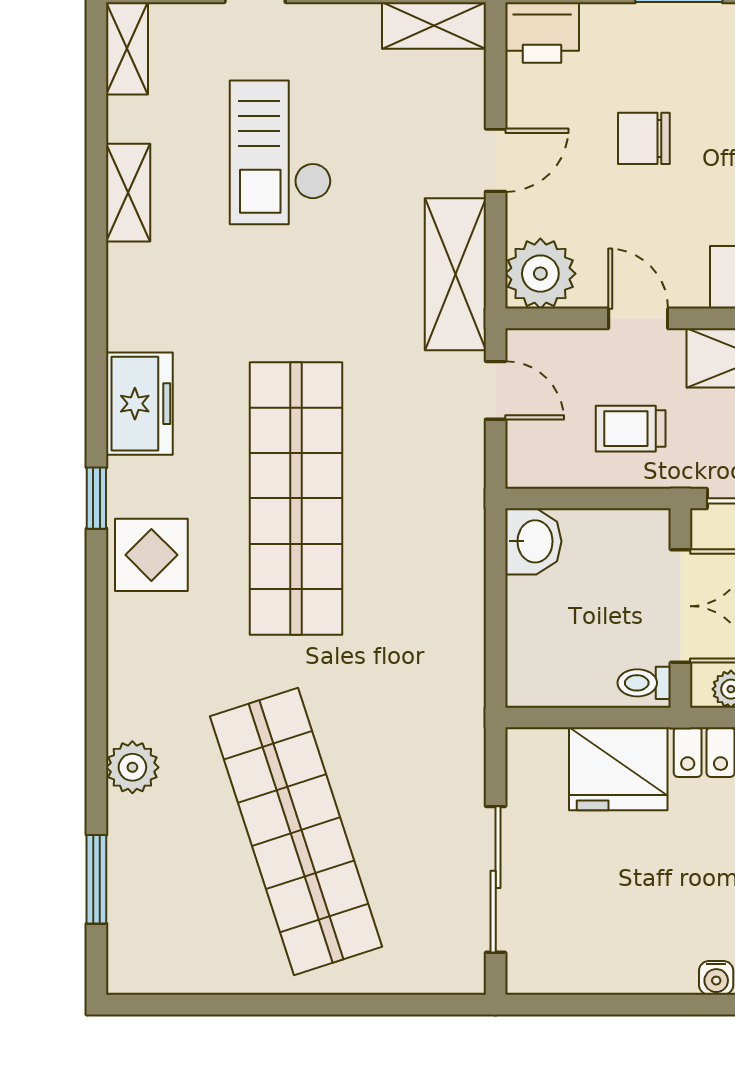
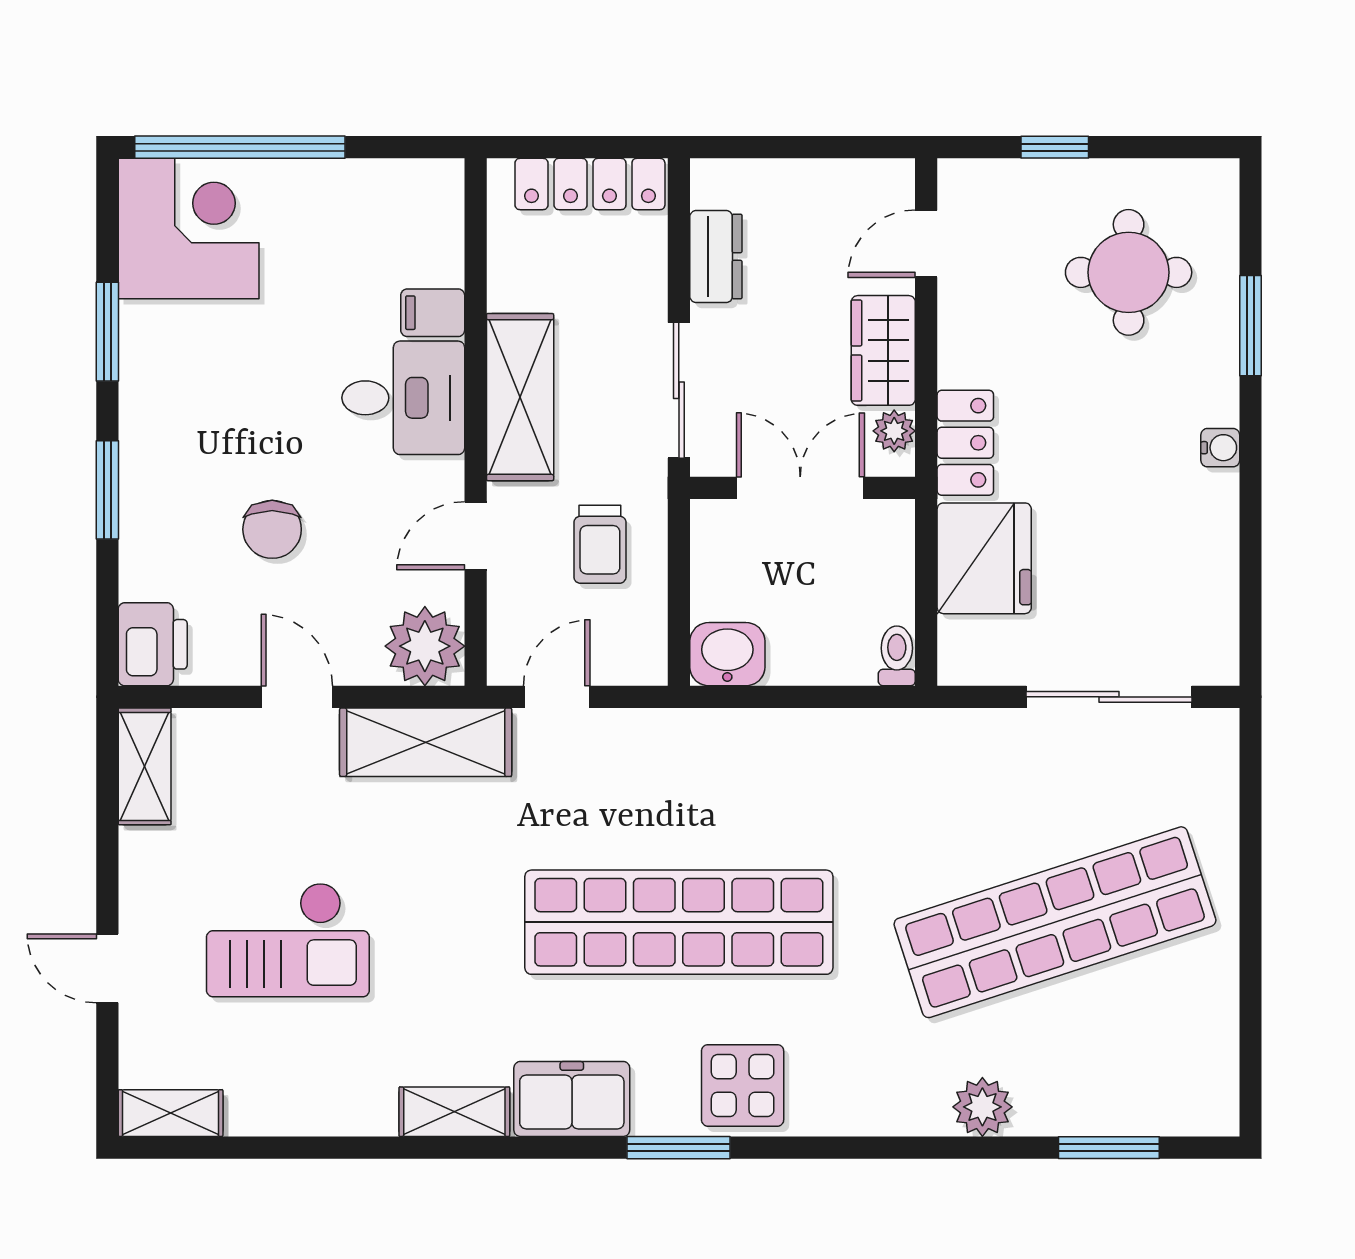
shelving: (128, 193) -> (454, 1112), moved
window: (96, 498) -> (678, 1148), width x1.50
toilet: (644, 683) -> (897, 656), moved, turned 180

